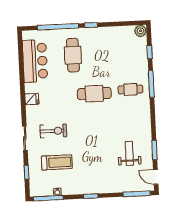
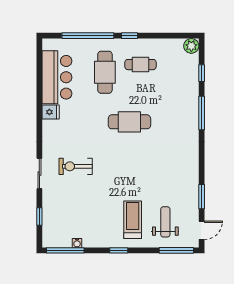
cafe table: (130, 89) -> (141, 65), moved
fridge: (32, 99) -> (51, 112), moved
exercise bike: (53, 131) -> (76, 166), turned 180
weight bench: (129, 153) -> (165, 222), moved
treadmill: (57, 162) -> (133, 220), moved, turned -90
door: (156, 177) -> (202, 230), swing flipped

